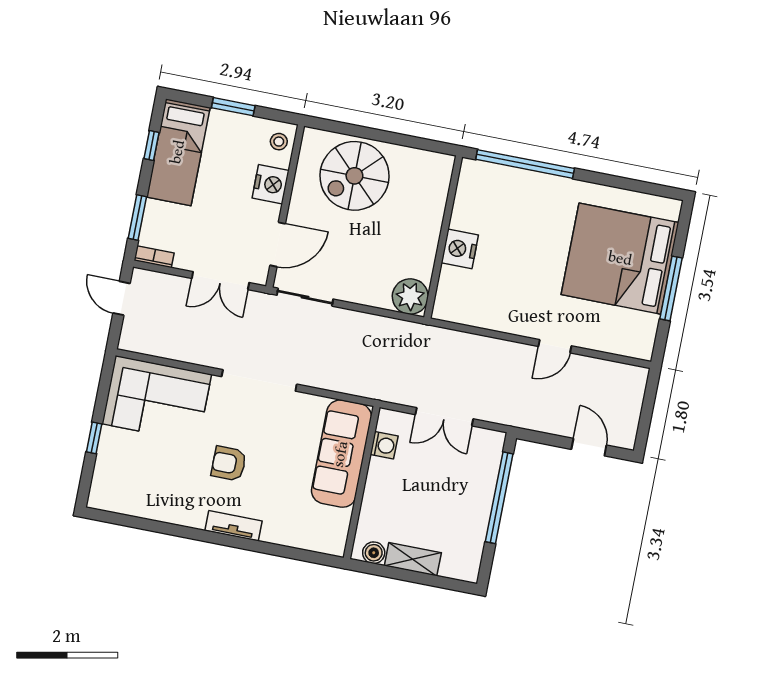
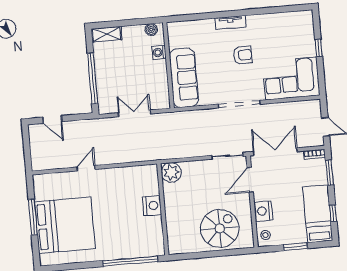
double door: (220, 281) -> (275, 152), width x1.37
washing machine: (384, 445) -> (159, 52), moved
shelving: (413, 559) -> (106, 34), moved

